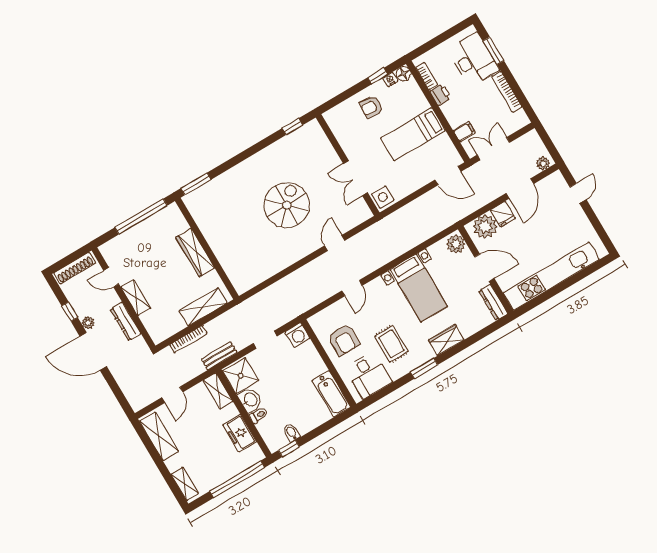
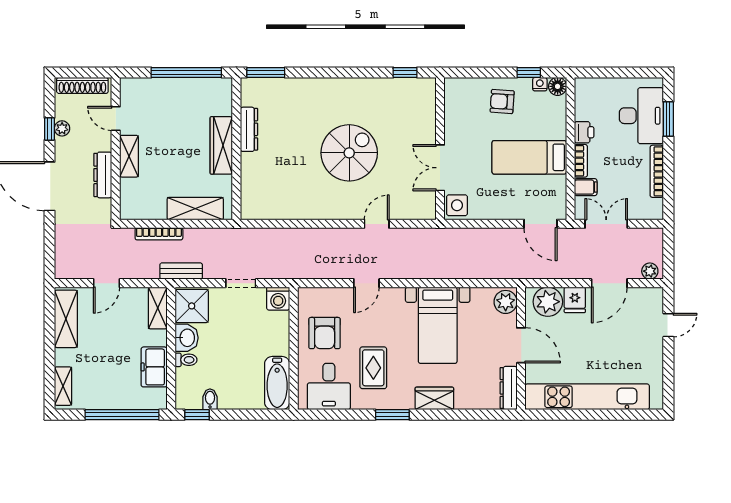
bookcase: (427, 76) -> (581, 161), moved
dresser: (208, 230) -> (249, 129), added
plant: (88, 323) -> (62, 128), moved

